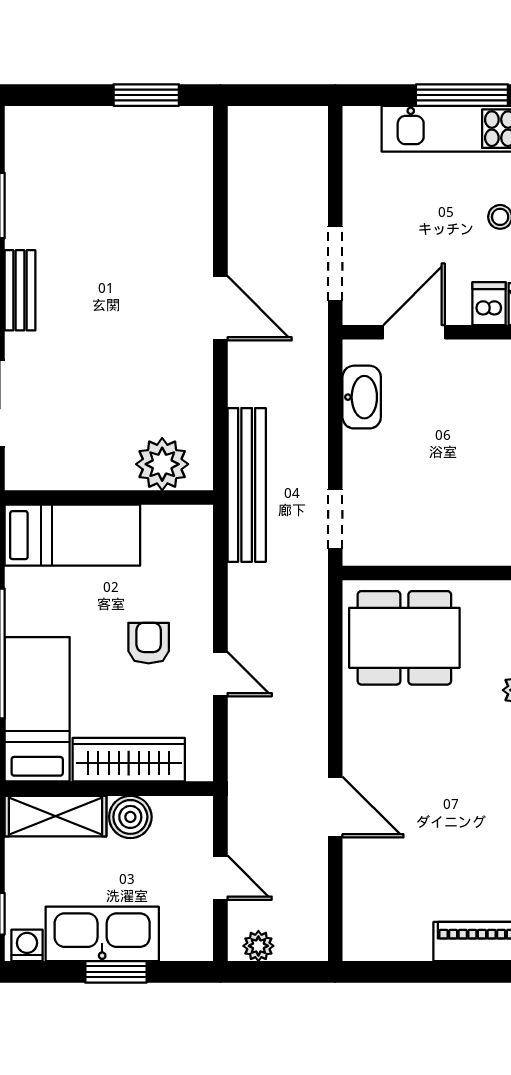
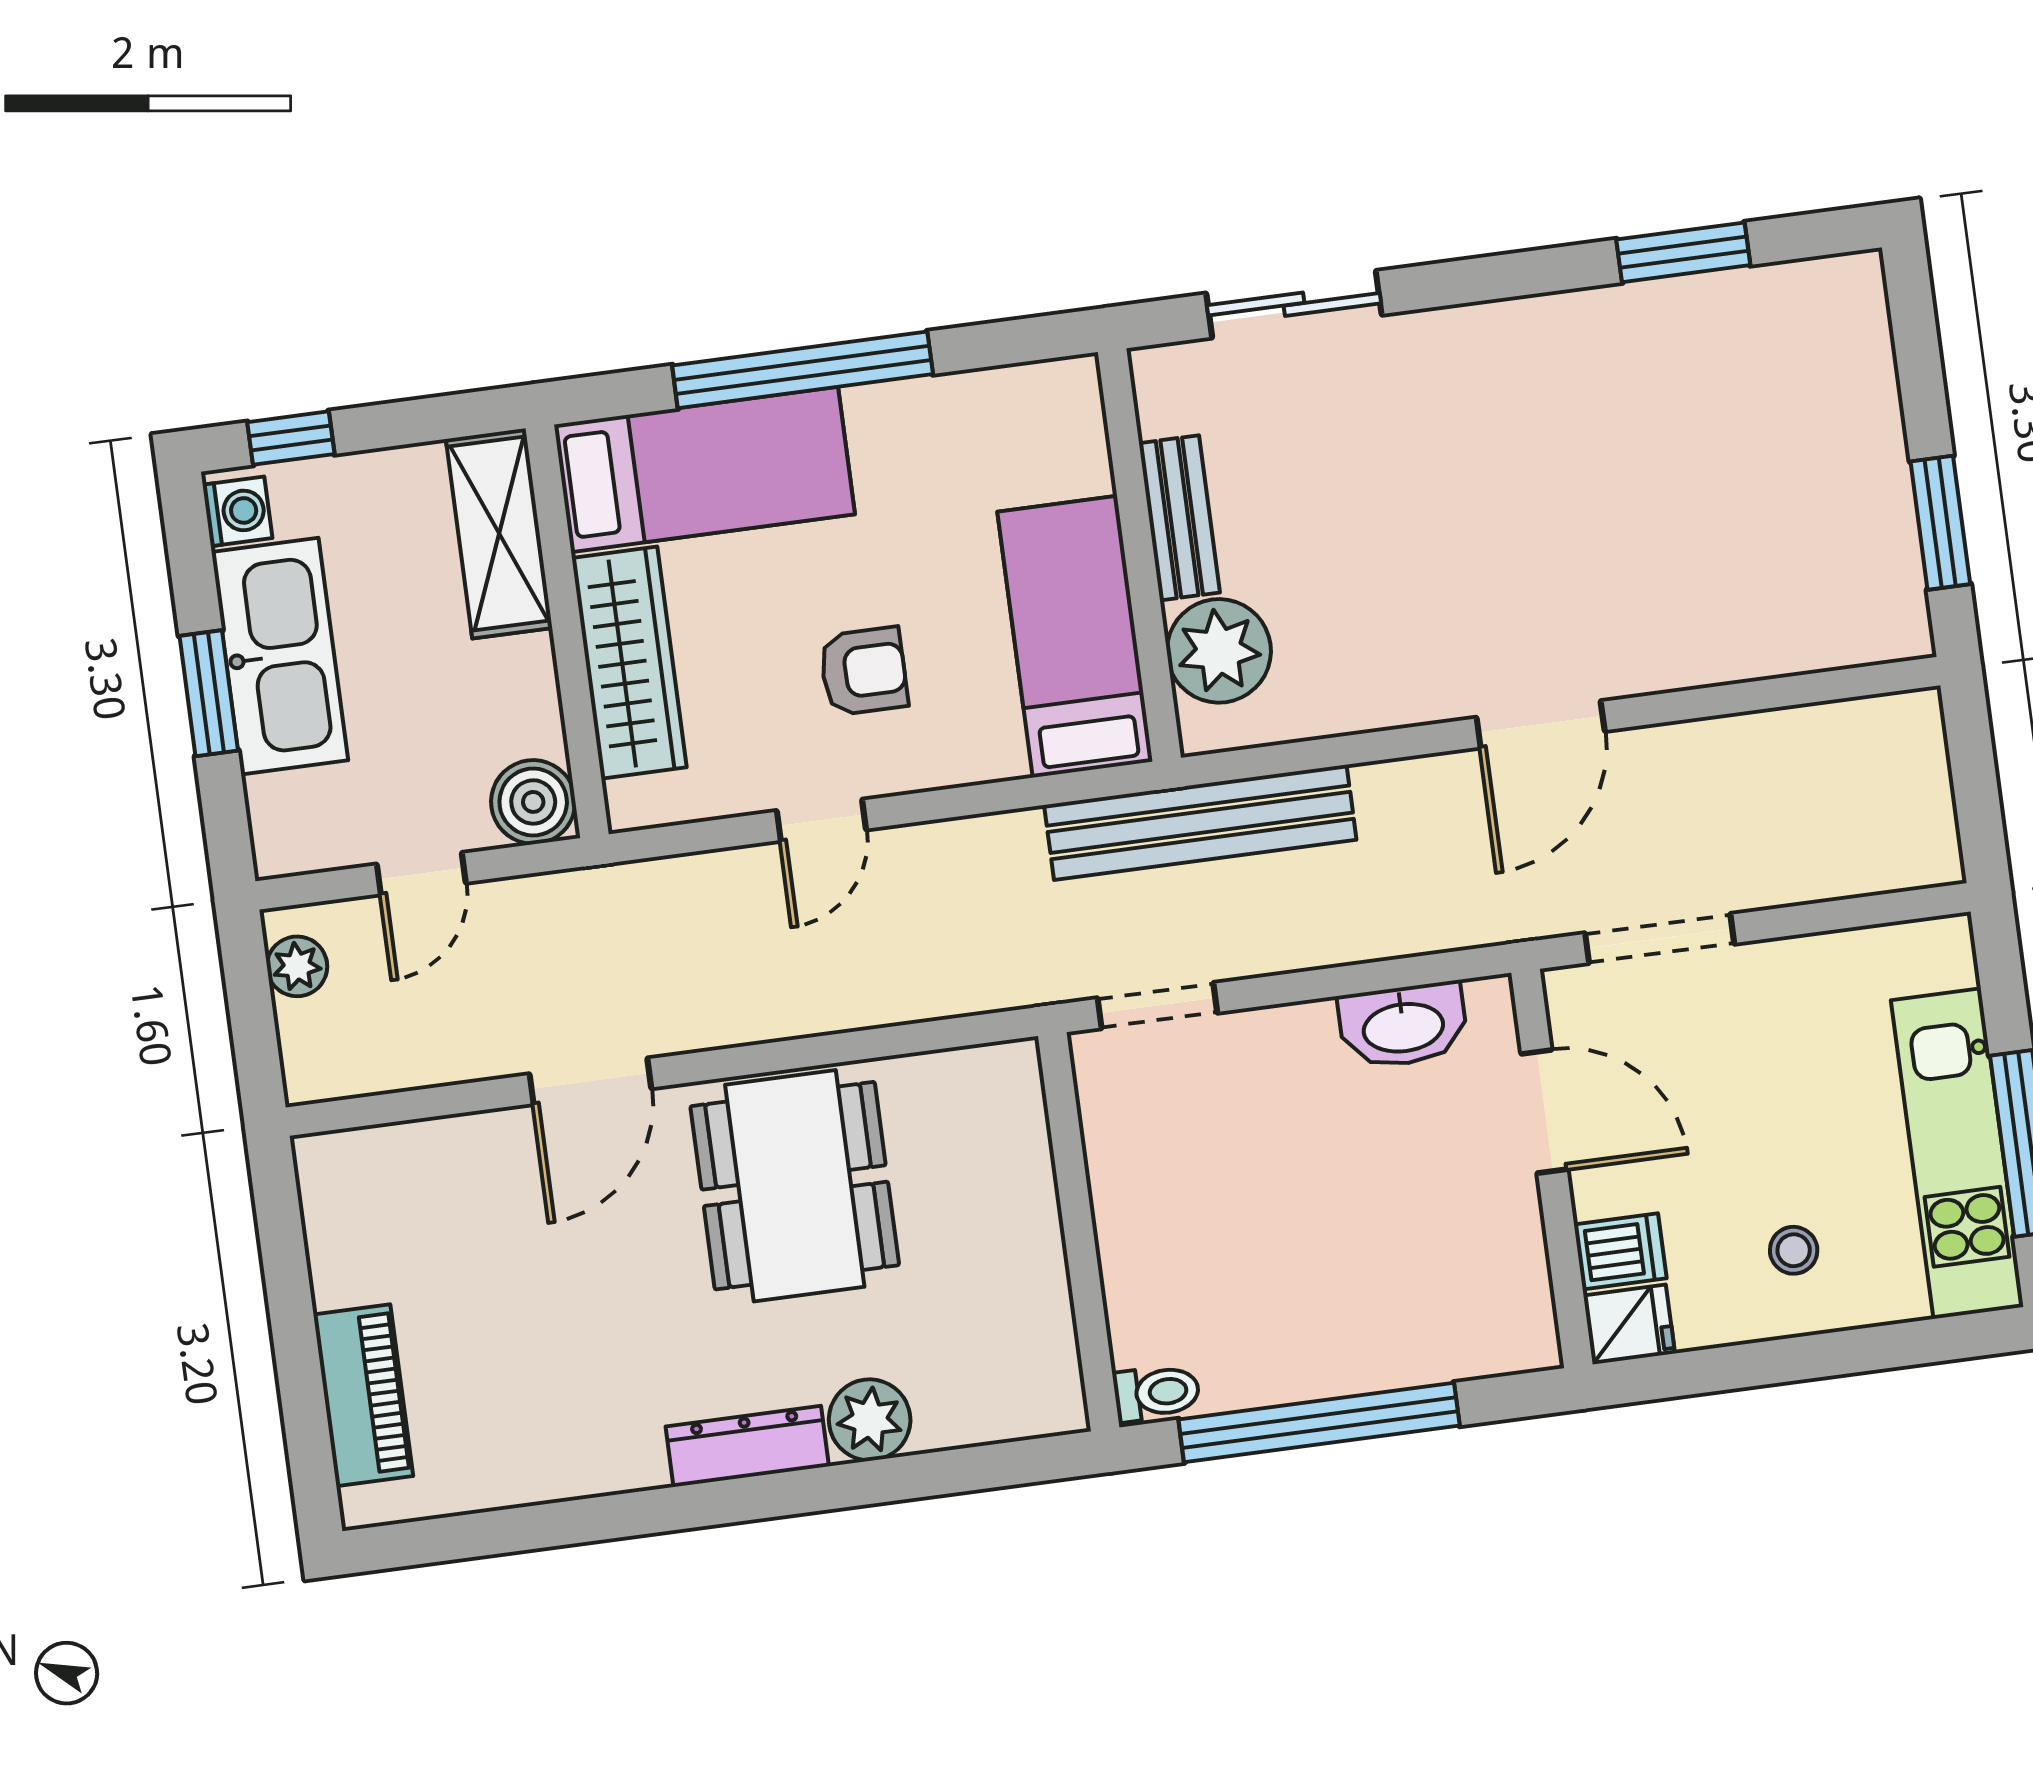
bench: (20, 290) -> (1179, 518), moved, turned 90
bed: (72, 535) -> (1075, 637), moved, turned 180
dining table: (404, 638) -> (795, 1186), moved
boiler: (130, 817) -> (533, 802), moved

